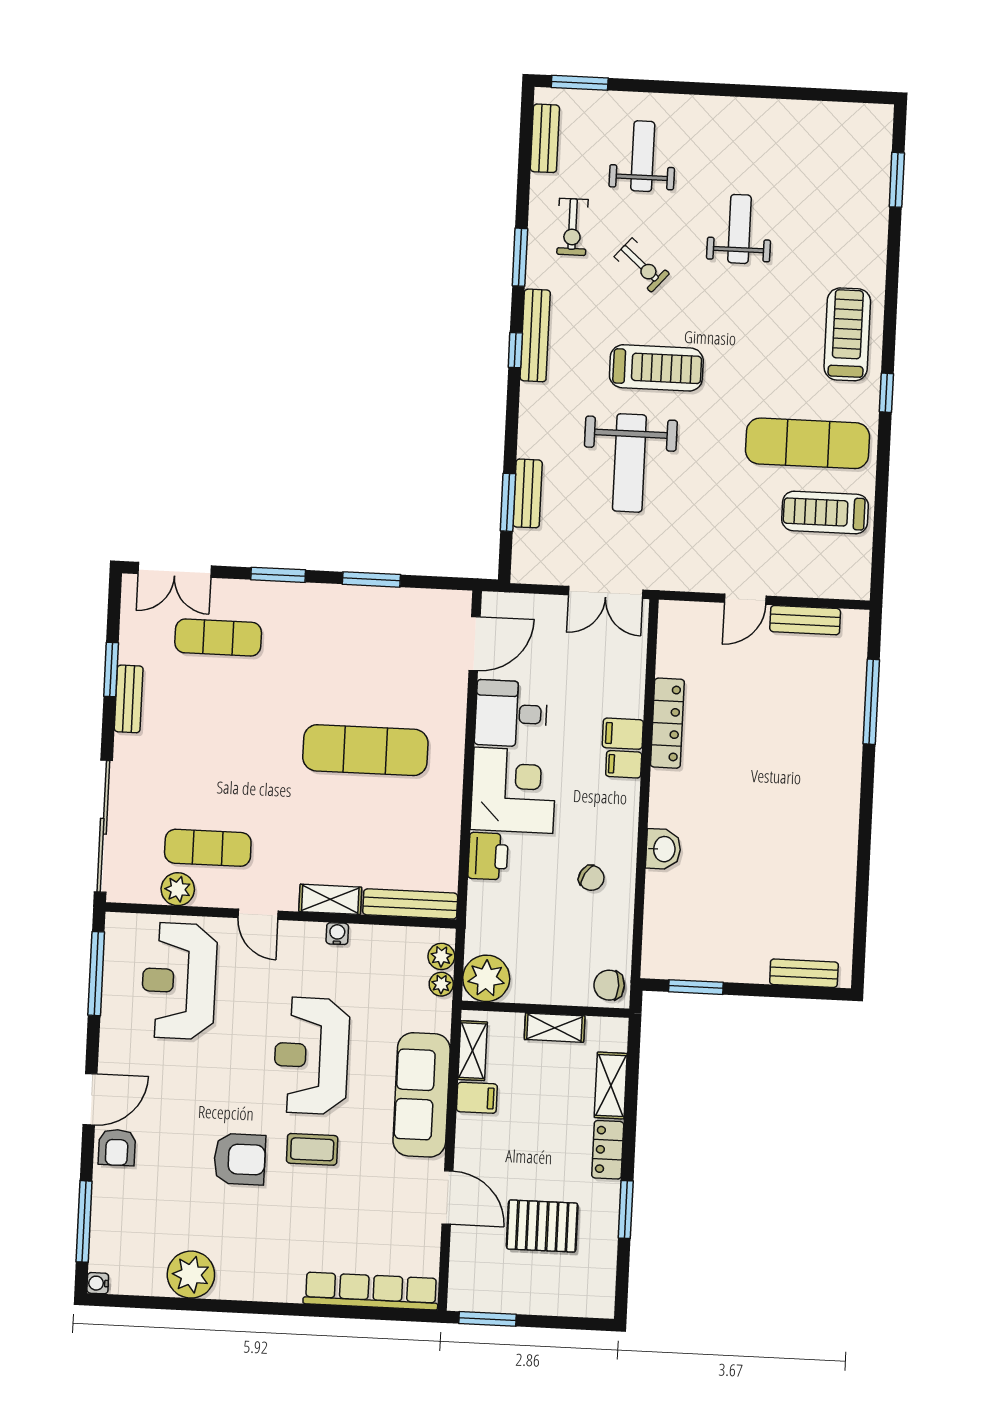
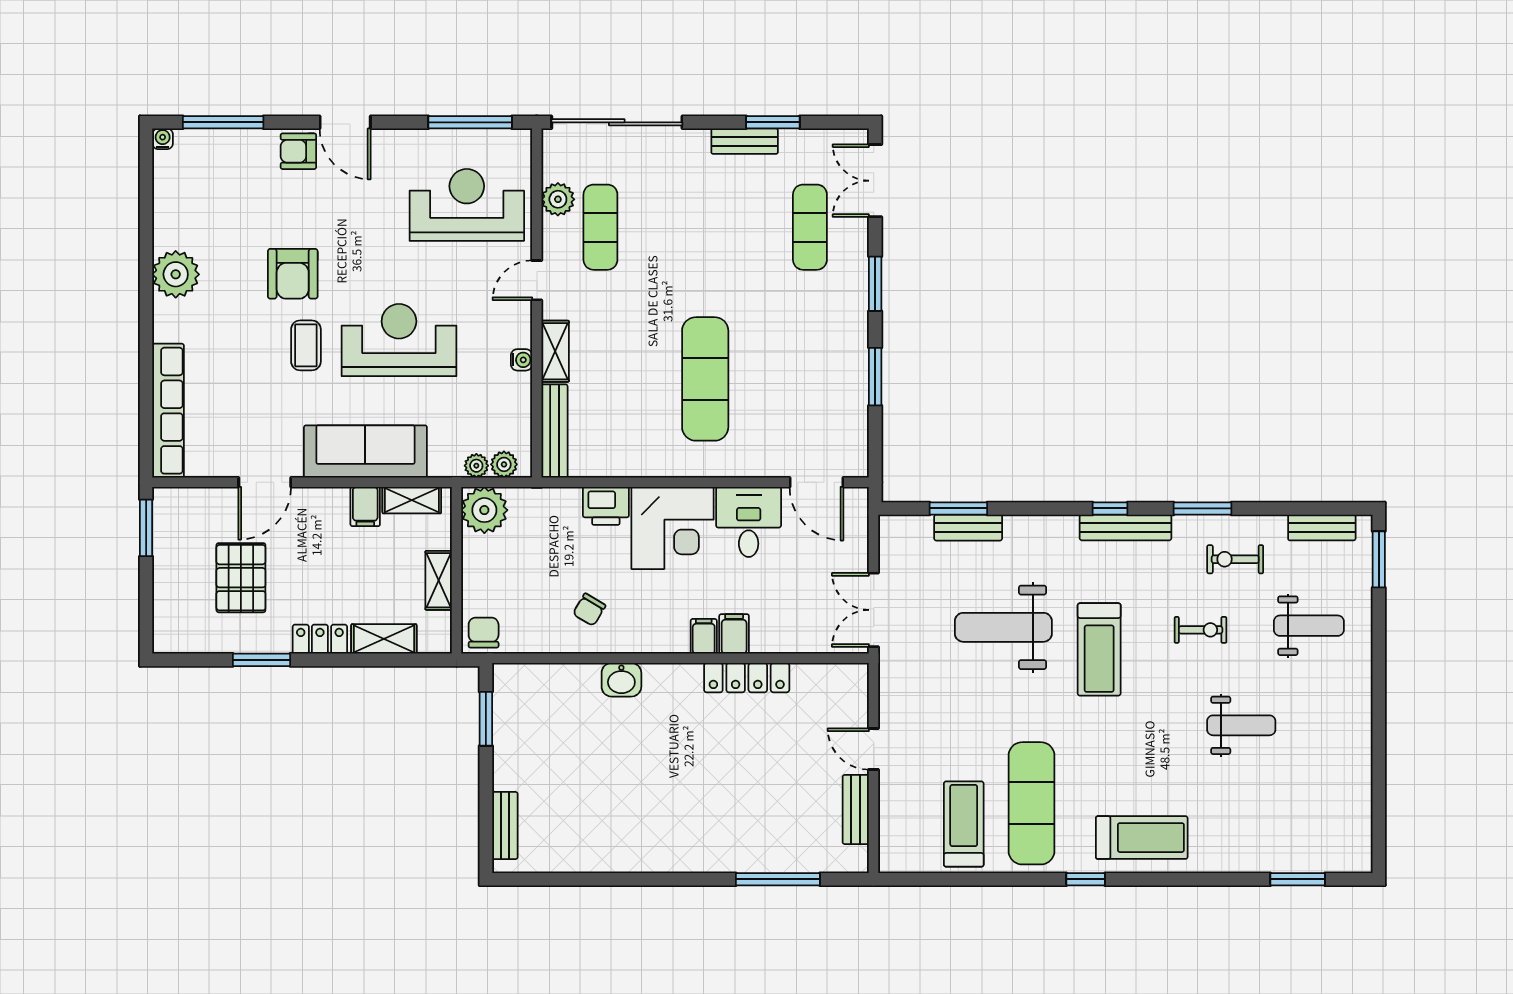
exercise bike: (642, 265) -> (1201, 630), turned -131
plant: (191, 1275) -> (176, 274), moved

